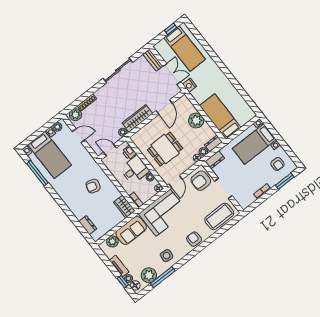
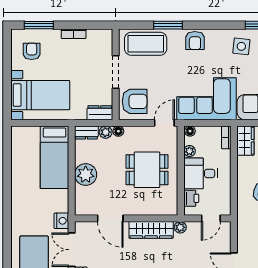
door: (164, 107) -> (110, 218), swing flipped
door: (110, 150) -> (211, 218), hinge flipped
window: (215, 236) -> (168, 25), added

